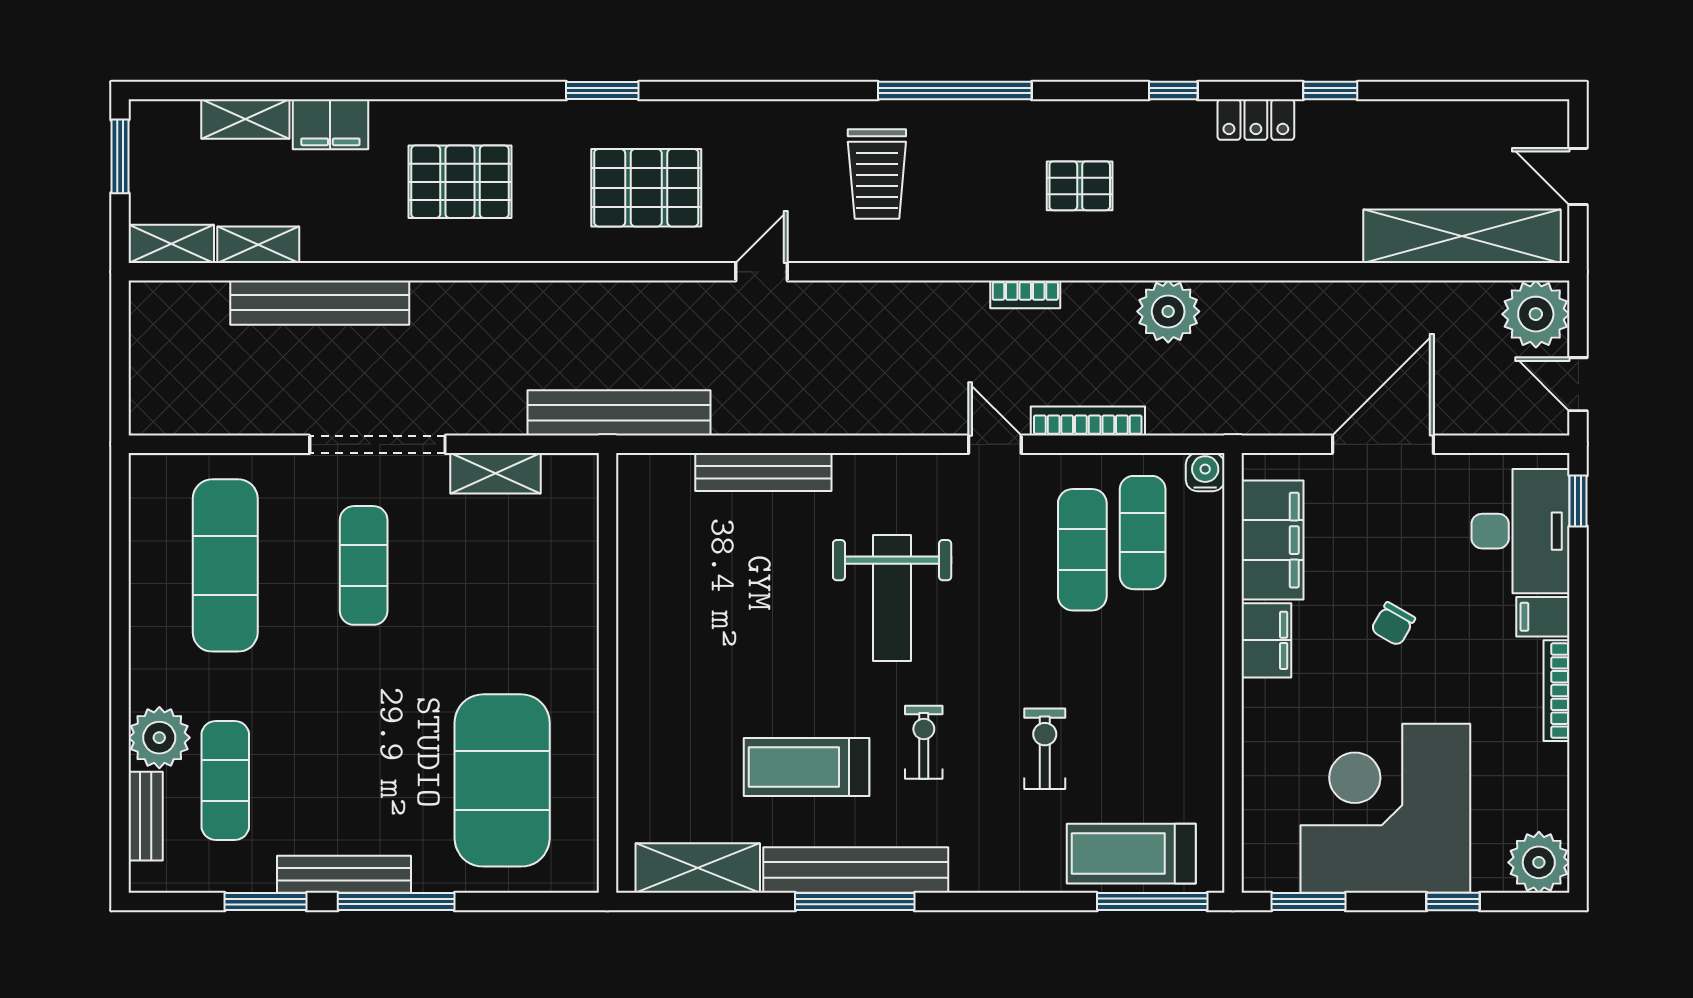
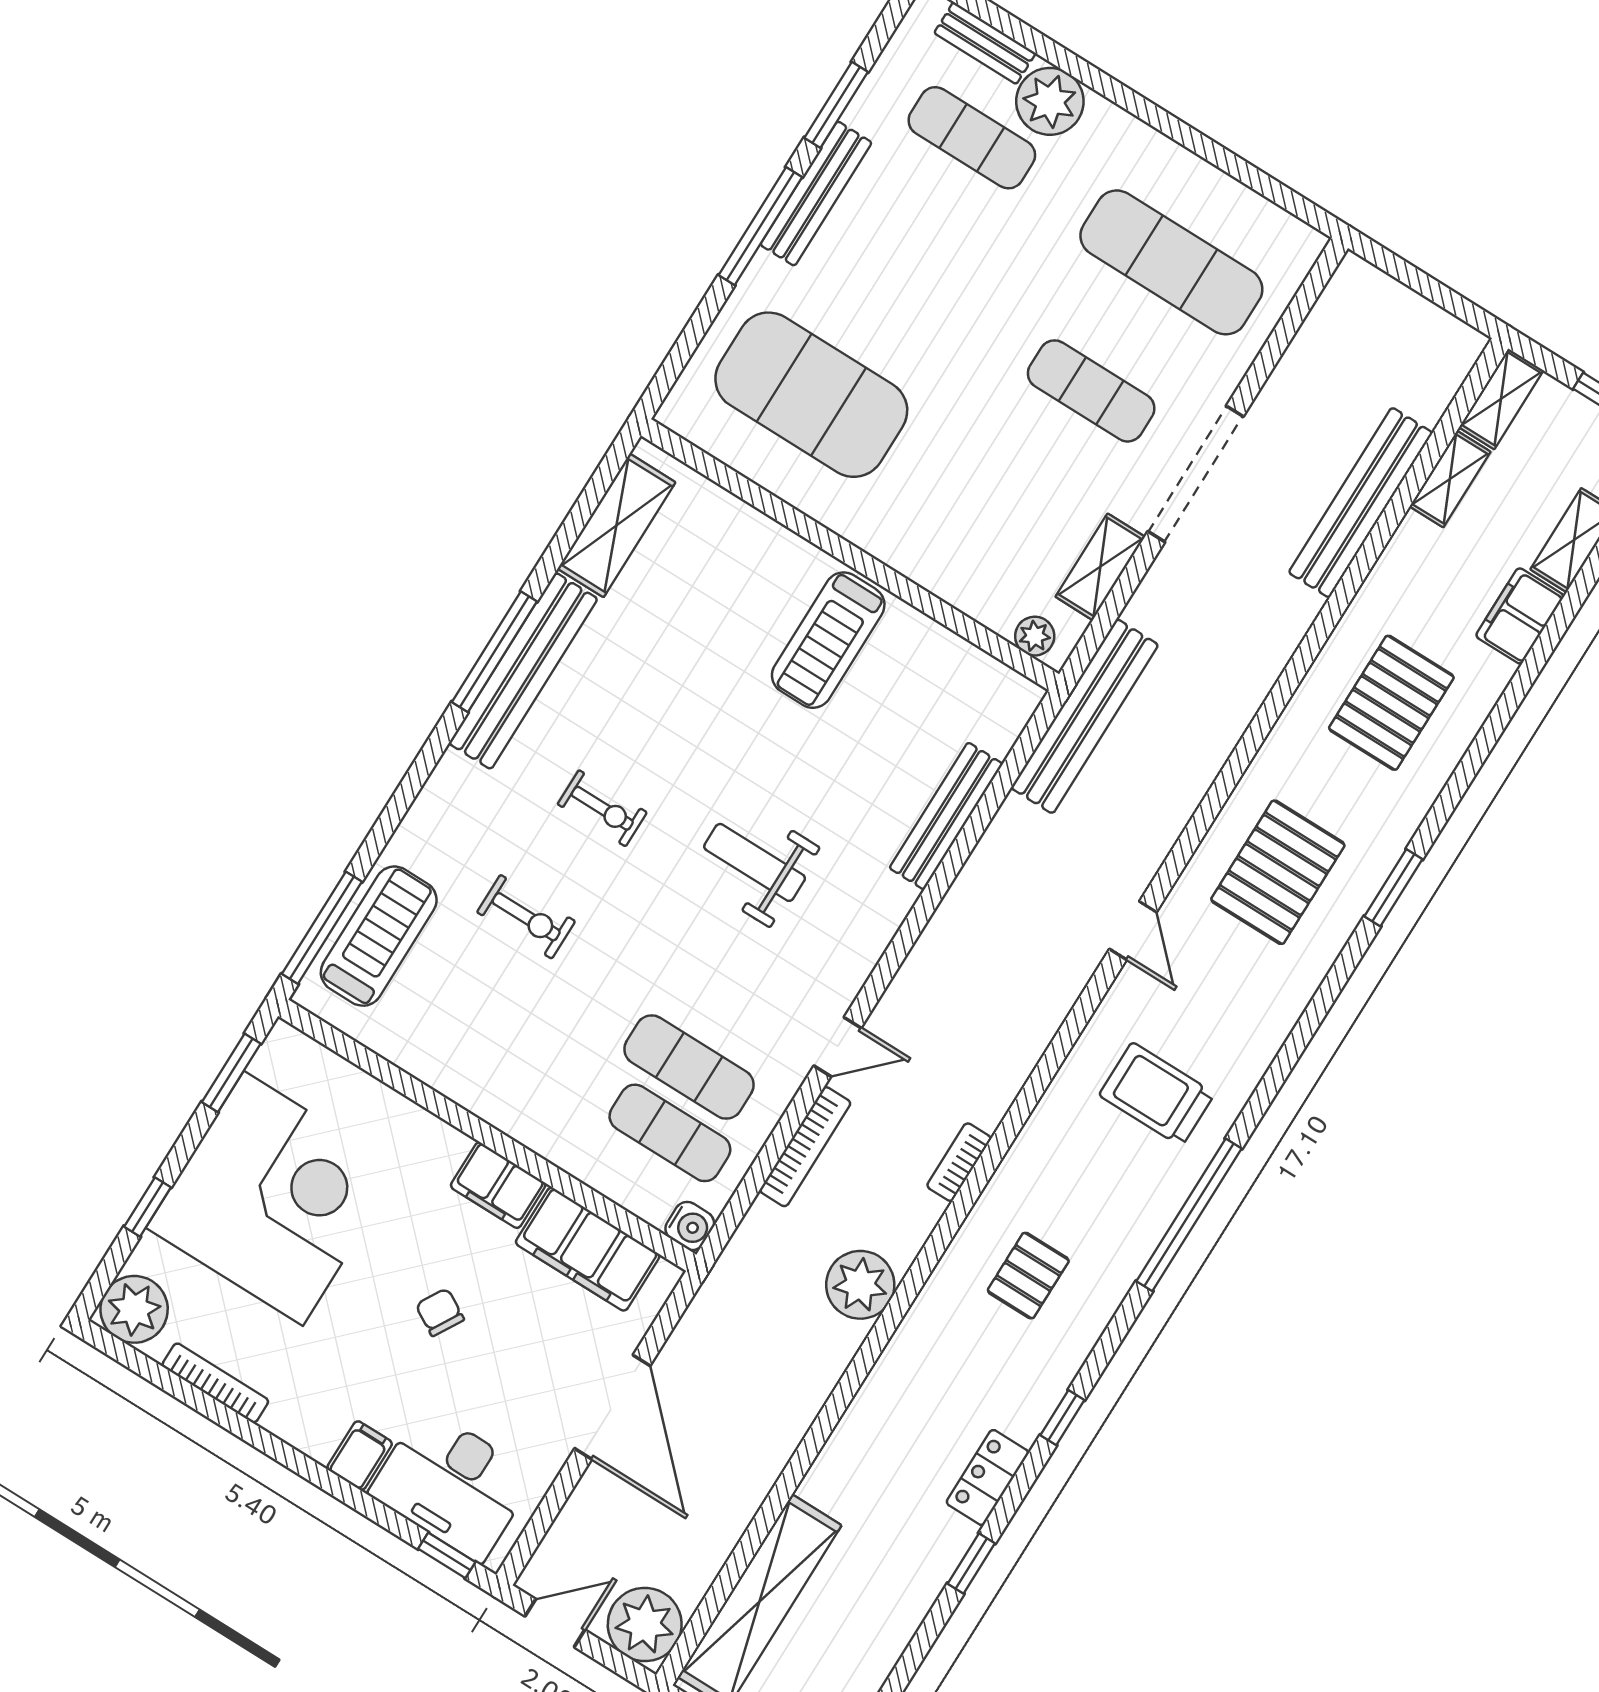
plant: (581, 490) -> (1035, 636), added
weight bench: (892, 598) -> (755, 862), width x0.73, depth x0.75
bookcase: (1557, 691) -> (215, 1383), moved
treadmill: (806, 767) -> (828, 640), moved, turned 180

